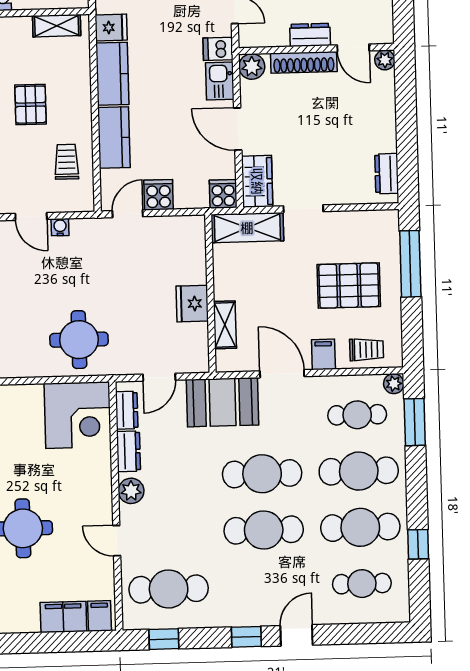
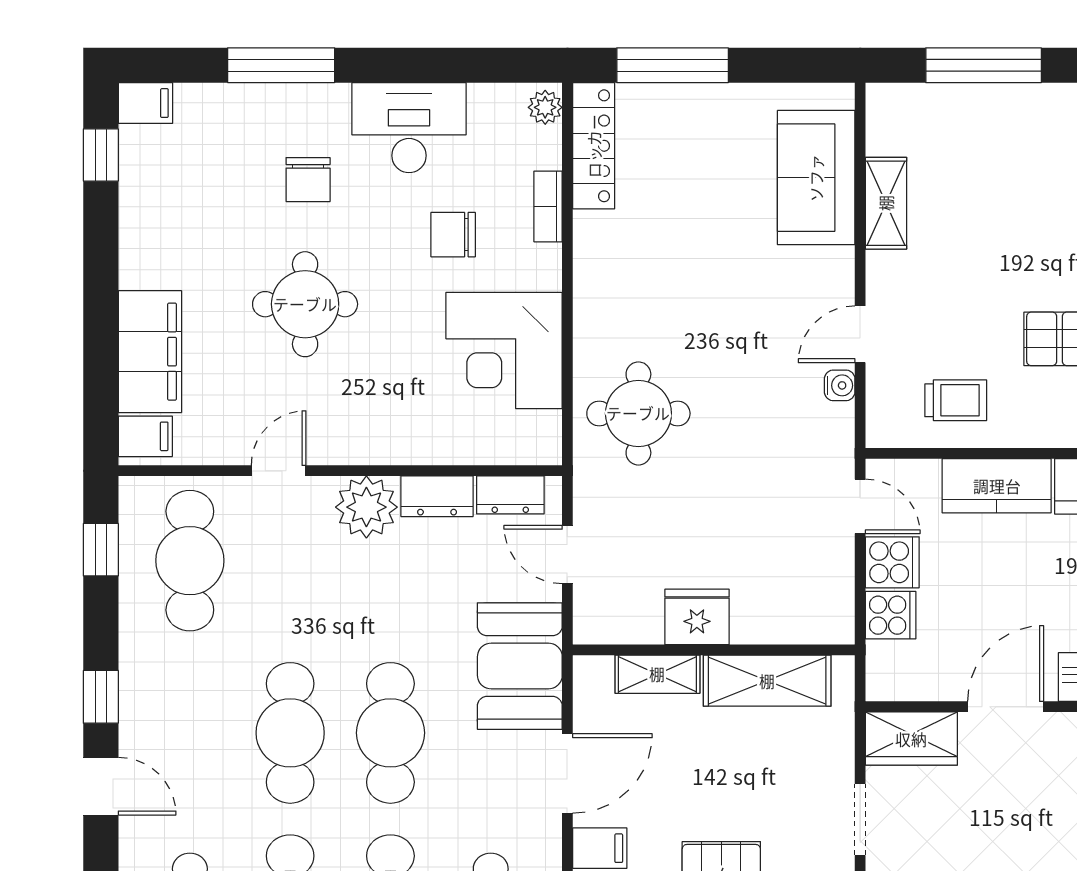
cooker: (223, 194) -> (891, 615), moved
shelving: (247, 228) -> (767, 681), moved, turned 90
corner desk: (78, 415) -> (504, 350), moved
plant: (131, 491) -> (366, 507), width x1.36, depth x1.36
filing cabinet: (63, 617) -> (150, 352), width x1.50, depth x1.17

